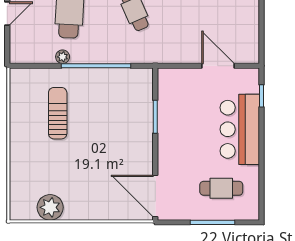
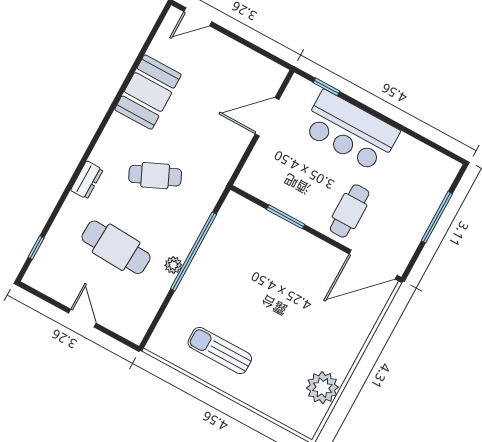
plant: (63, 57) -> (173, 265), moved
sun lounger: (58, 113) -> (220, 351), moved
cafe table: (221, 188) -> (350, 211), moved

